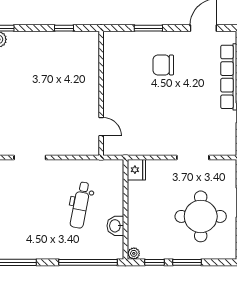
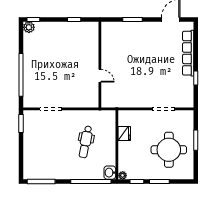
chair: (163, 65) -> (143, 45), removed
door: (101, 127) -> (100, 76), moved
fridge: (136, 170) -> (124, 133), moved
washbasin: (115, 226) -> (110, 173), moved

